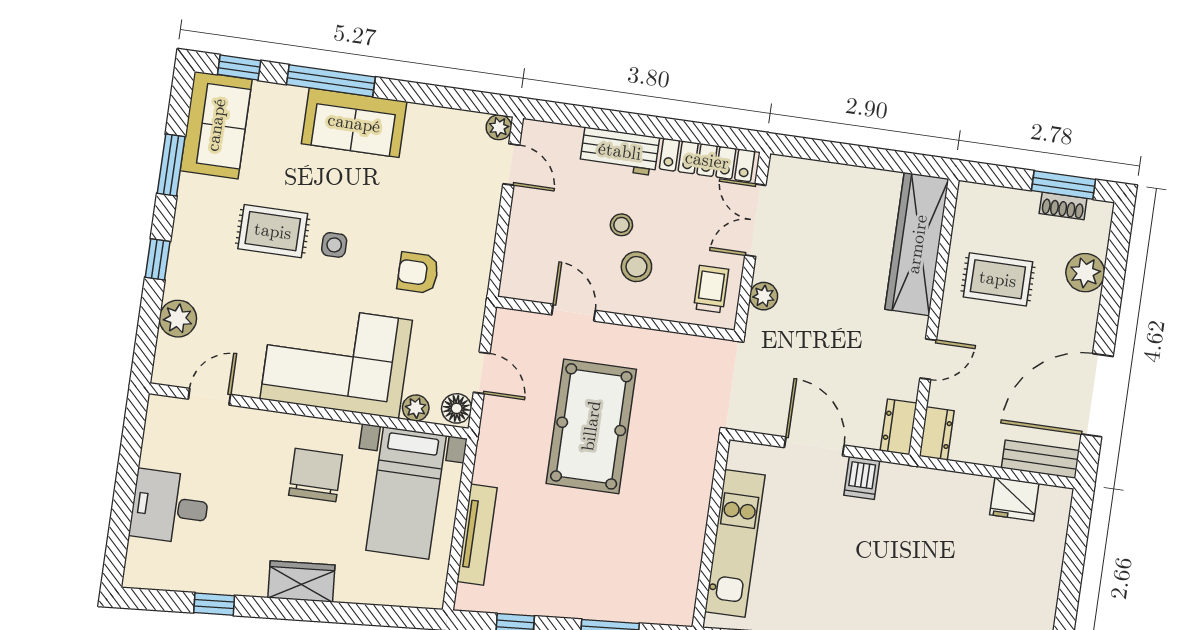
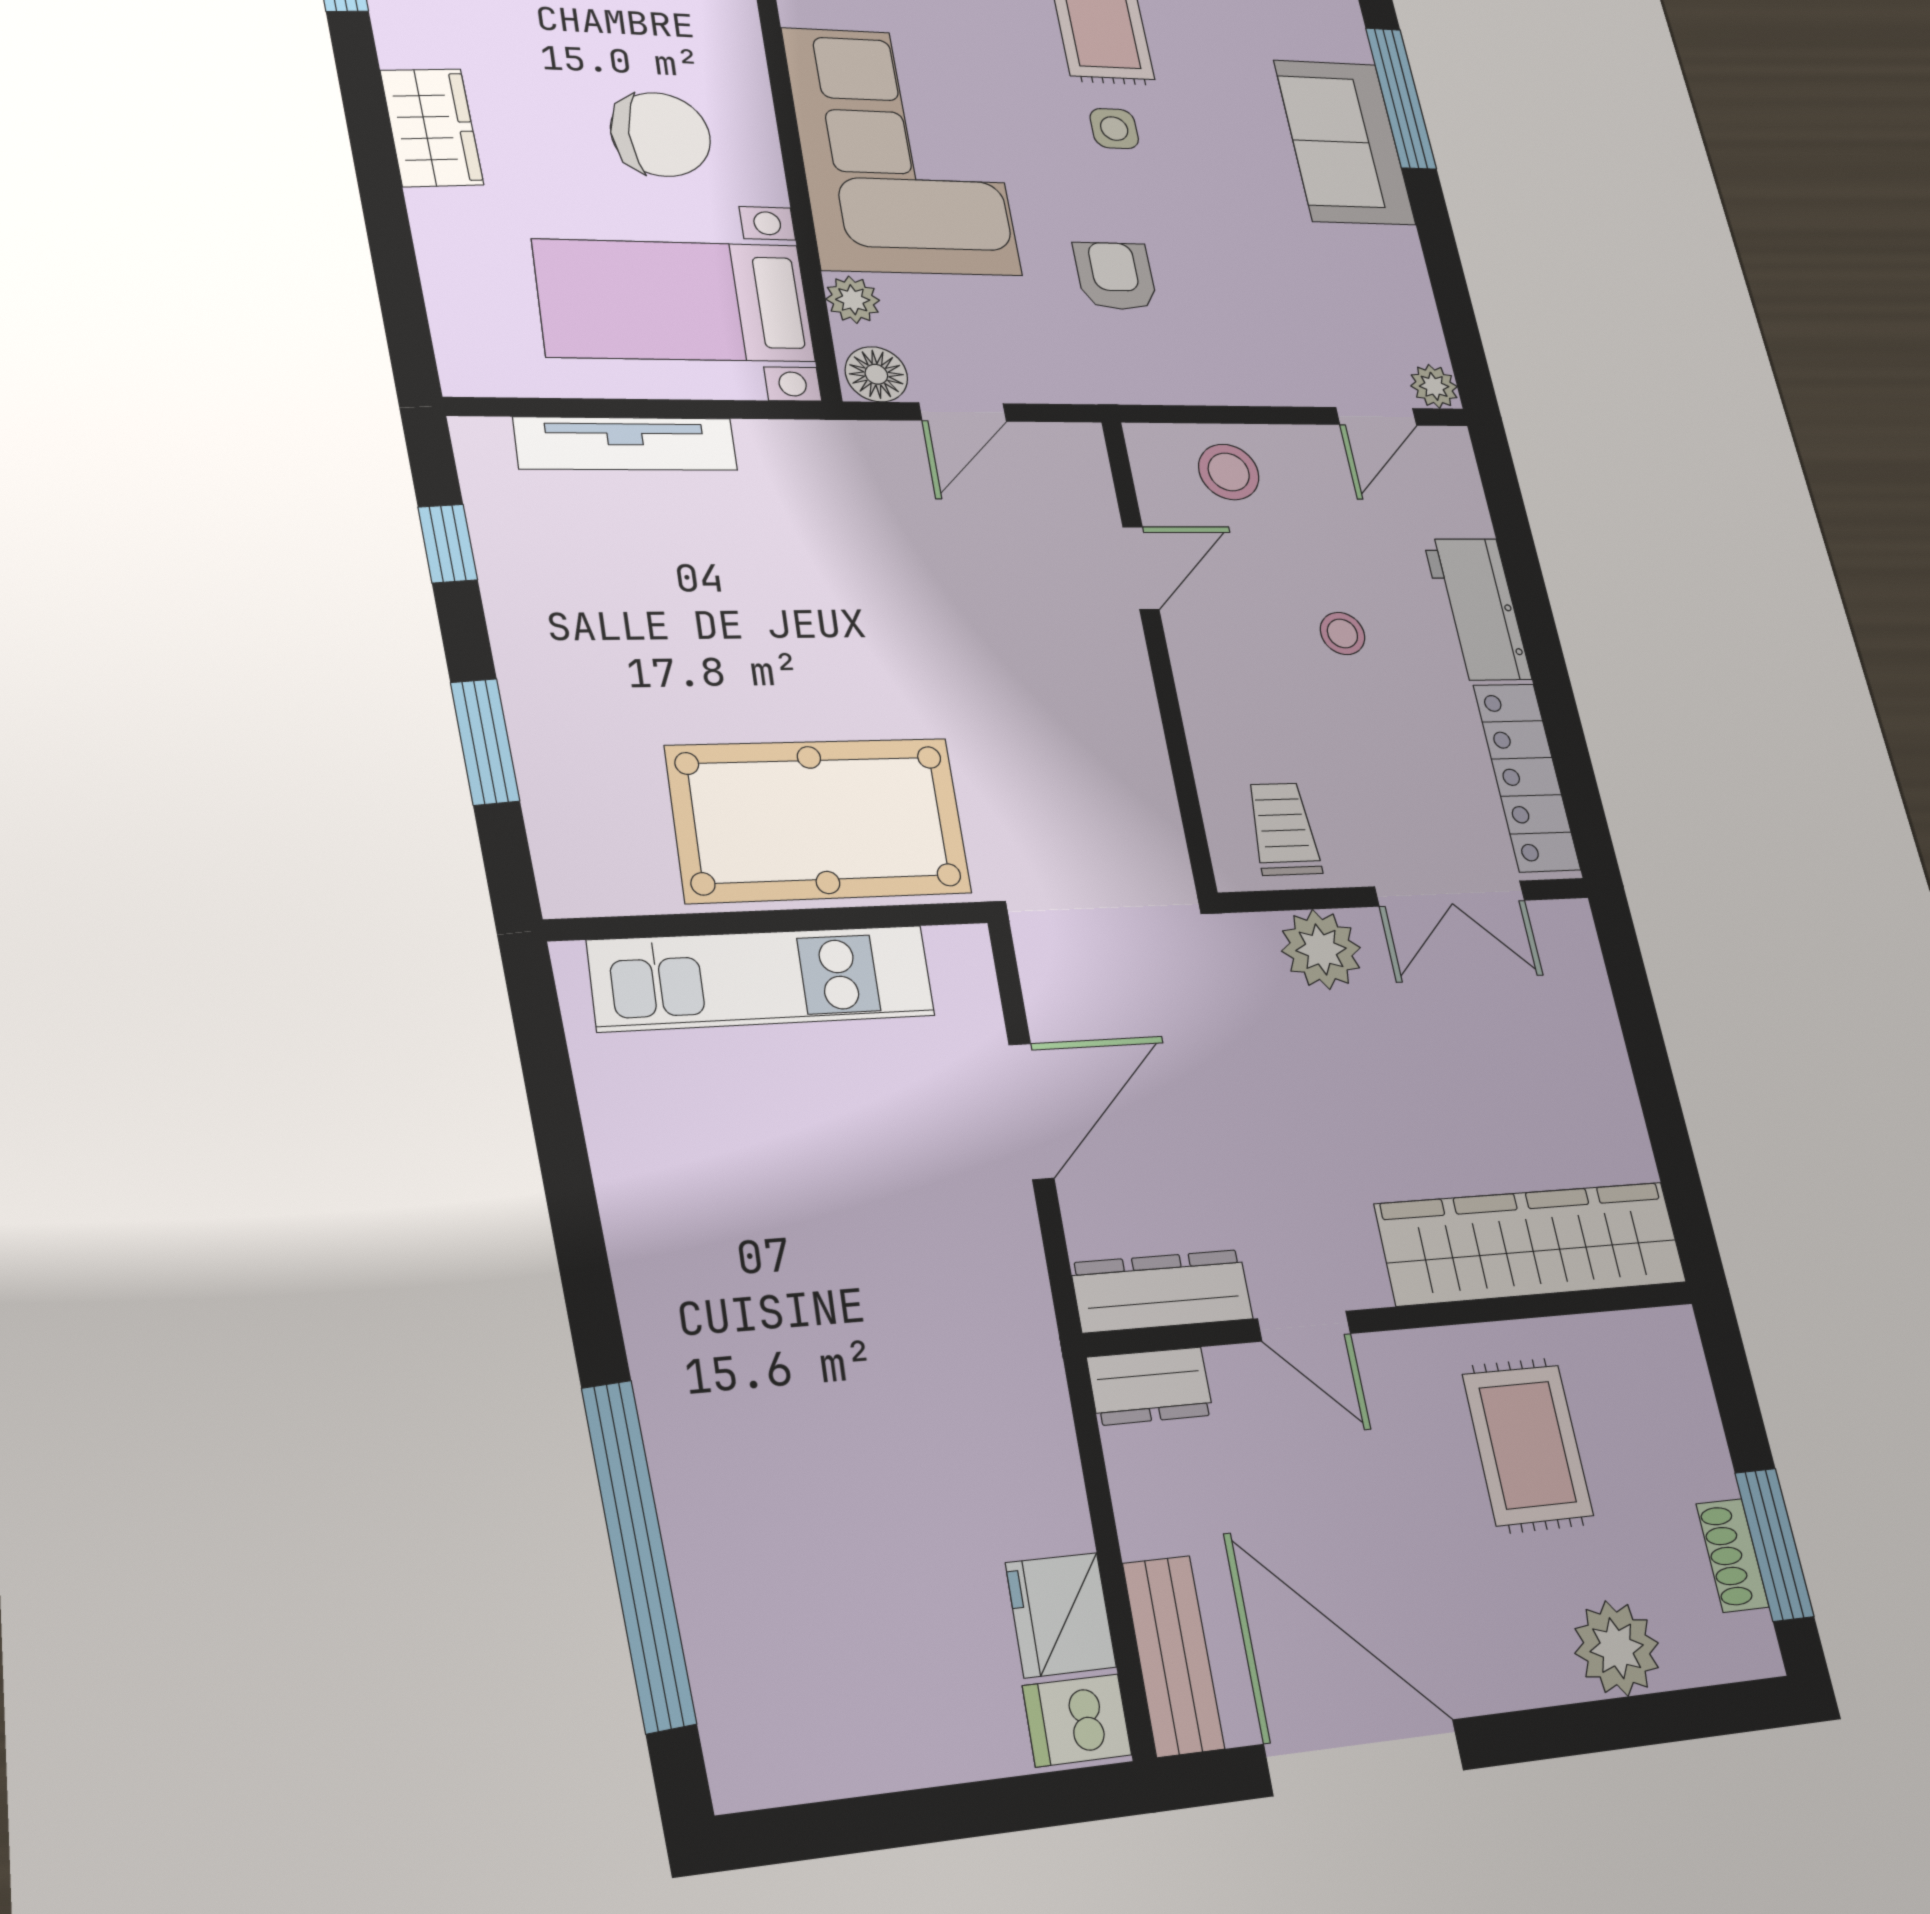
double door: (755, 220) -> (1450, 893), swing flipped
stool: (636, 267) -> (1229, 472), moved
trolley: (711, 289) -> (1283, 829), turned -90
plant: (764, 296) -> (1321, 949), width x1.38, depth x1.38
pool table: (591, 426) -> (818, 819), moved
dresser: (899, 427) -> (1162, 1291), width x1.44
dishwasher: (862, 478) -> (1077, 1720), moved

